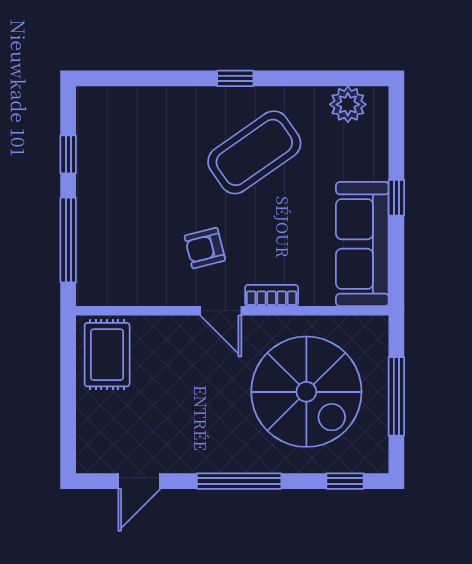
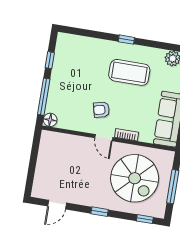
coffee table: (254, 152) -> (129, 72), turned 35
floor lamp: (92, 291) -> (50, 120), added
rug: (107, 355) -> (52, 148), removed
window: (239, 481) -> (100, 212), width x0.46

